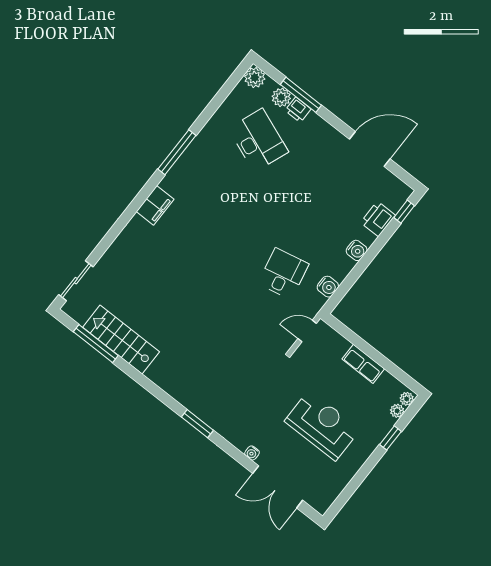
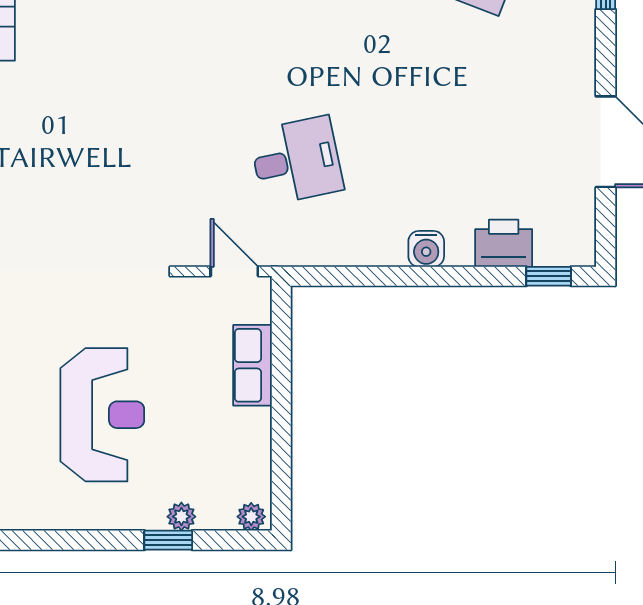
water cooler: (328, 287) -> (332, 248), removed
row of seats: (363, 364) -> (253, 365), moved
plant: (397, 411) -> (181, 517), moved

